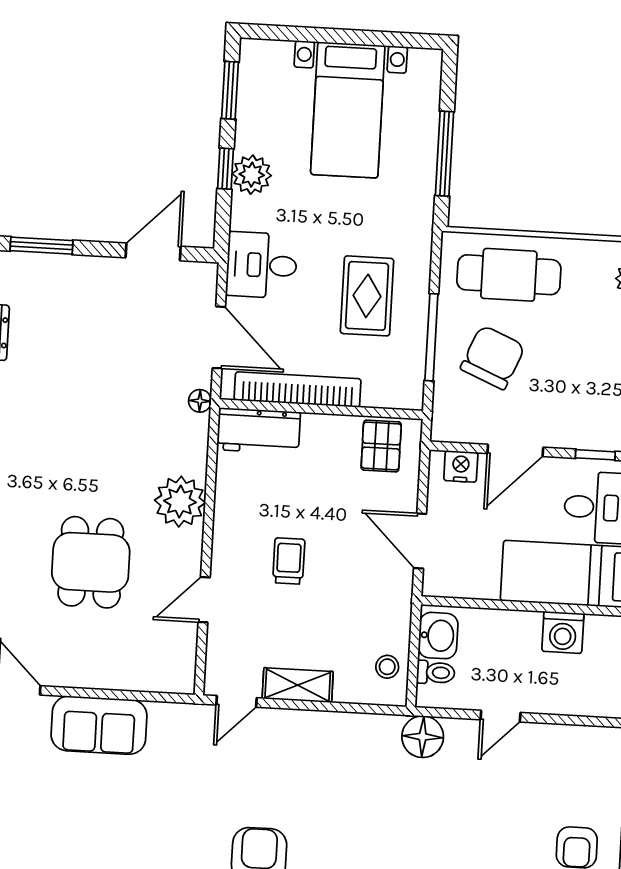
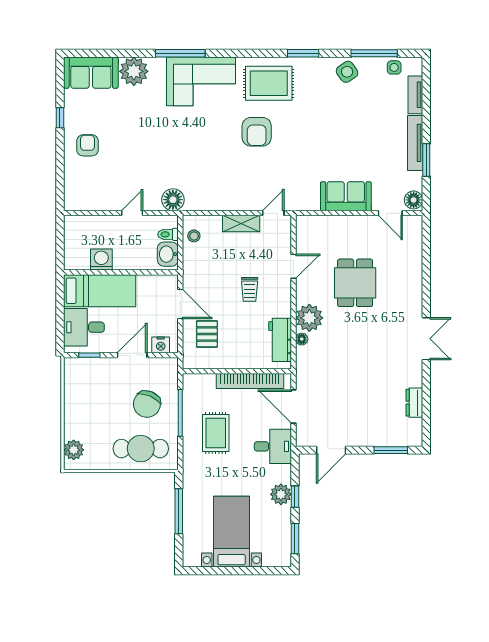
floor lamp: (200, 401) -> (302, 339), moved
workbench: (259, 431) -> (280, 340), moved, turned -90
pallet: (381, 446) -> (207, 334), moved

